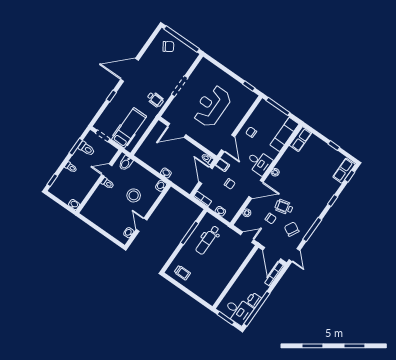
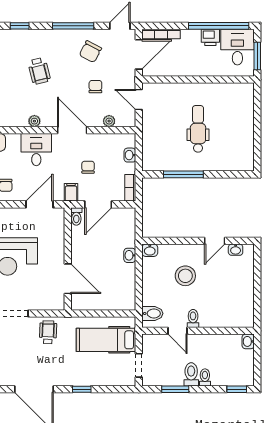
toilet: (86, 149) -> (191, 374), moved
wheelchair: (284, 207) -> (39, 71), moved
dental chair: (208, 240) -> (198, 129), moved, turned -90
trolley: (182, 273) -> (239, 149), removed

